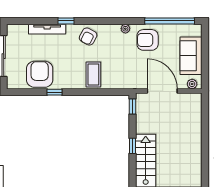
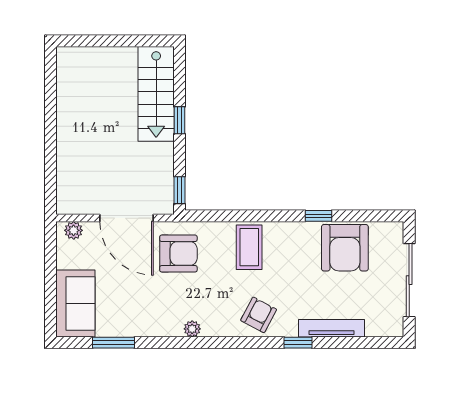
window: (170, 21) -> (114, 343), width x0.47
armchair: (148, 40) -> (178, 254), moved
sofa: (191, 56) -> (75, 304), moved

